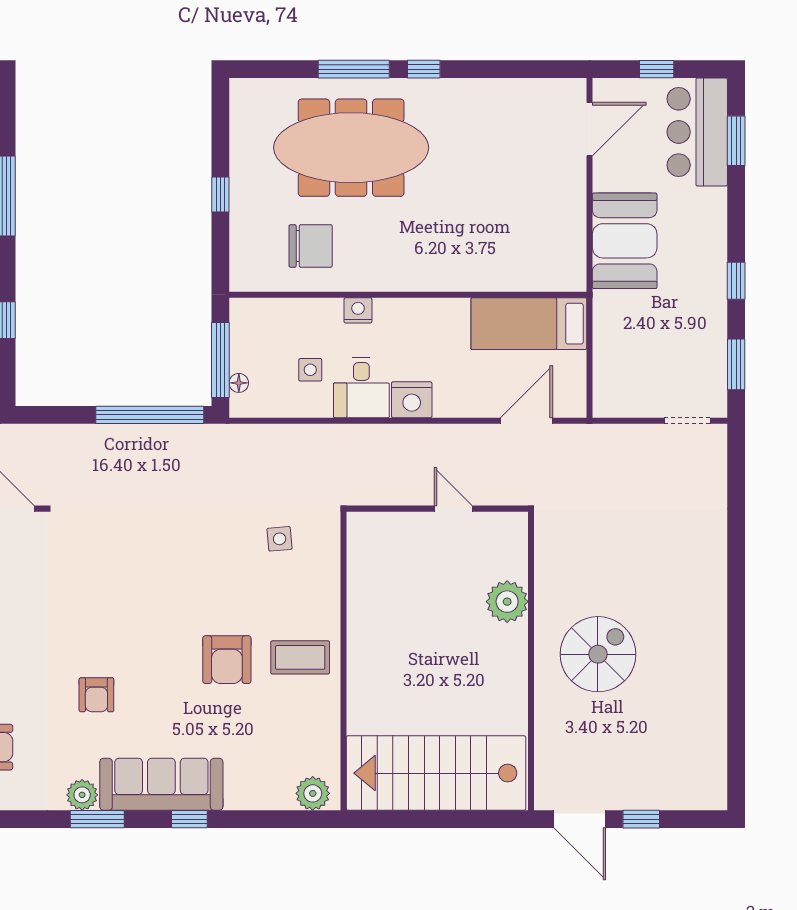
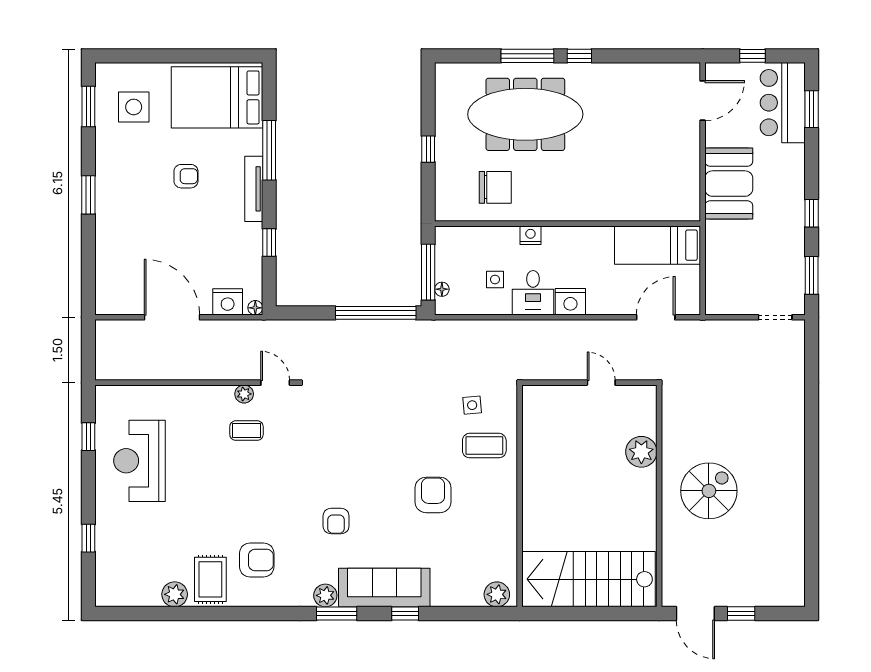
coffee table: (300, 657) -> (484, 446), moved
armchair: (227, 660) -> (433, 495), turned 180

